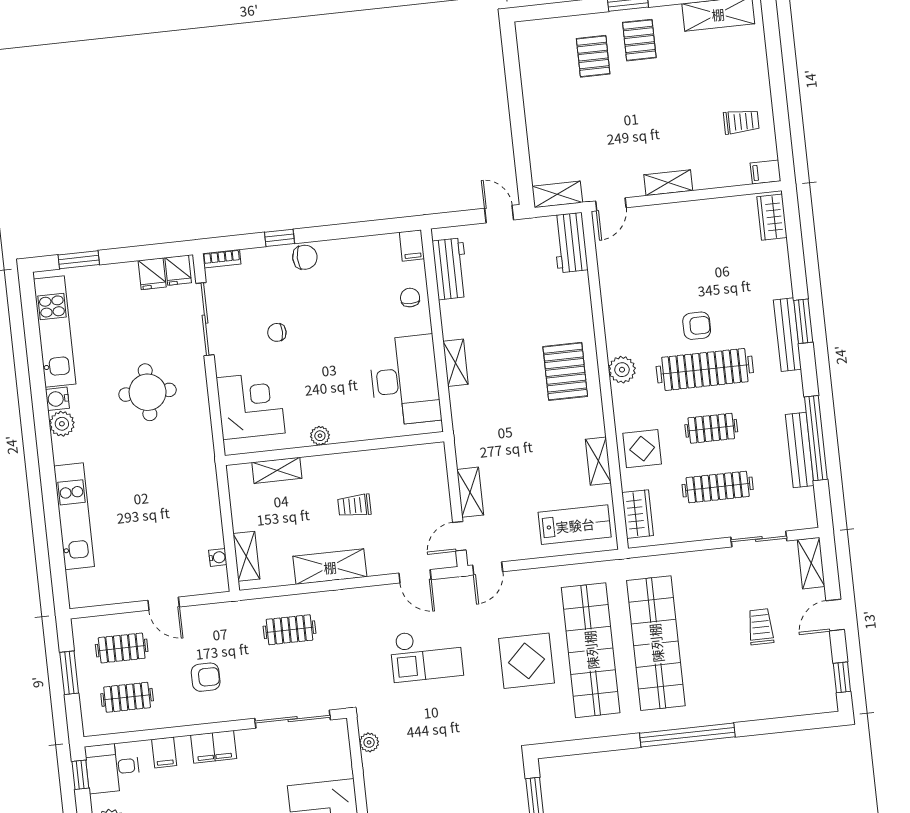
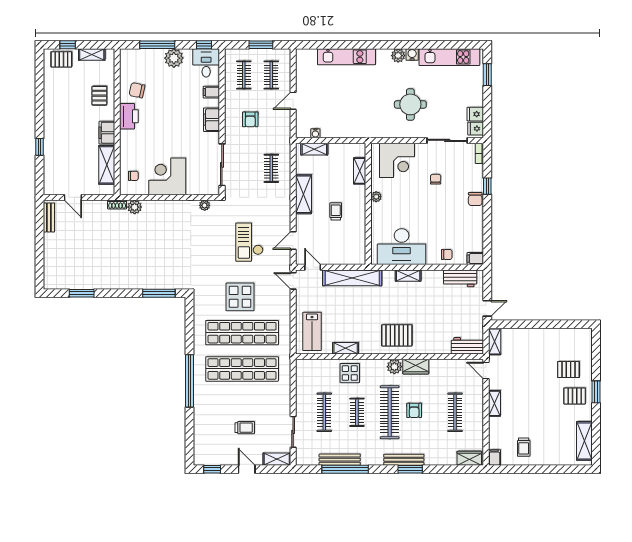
clothes rail: (692, 252) -> (455, 412), added
shelving: (470, 492) -> (352, 278), width x2.20, depth x1.33
wardrobe: (638, 514) -> (416, 367), moved

